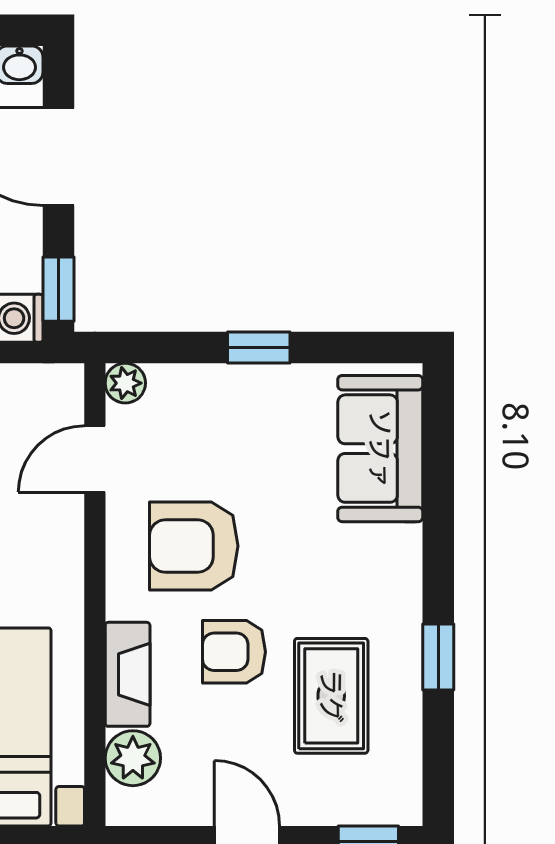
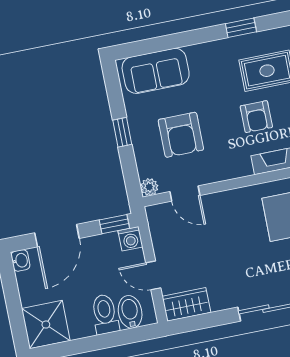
armchair: (194, 546) -> (181, 135), moved

